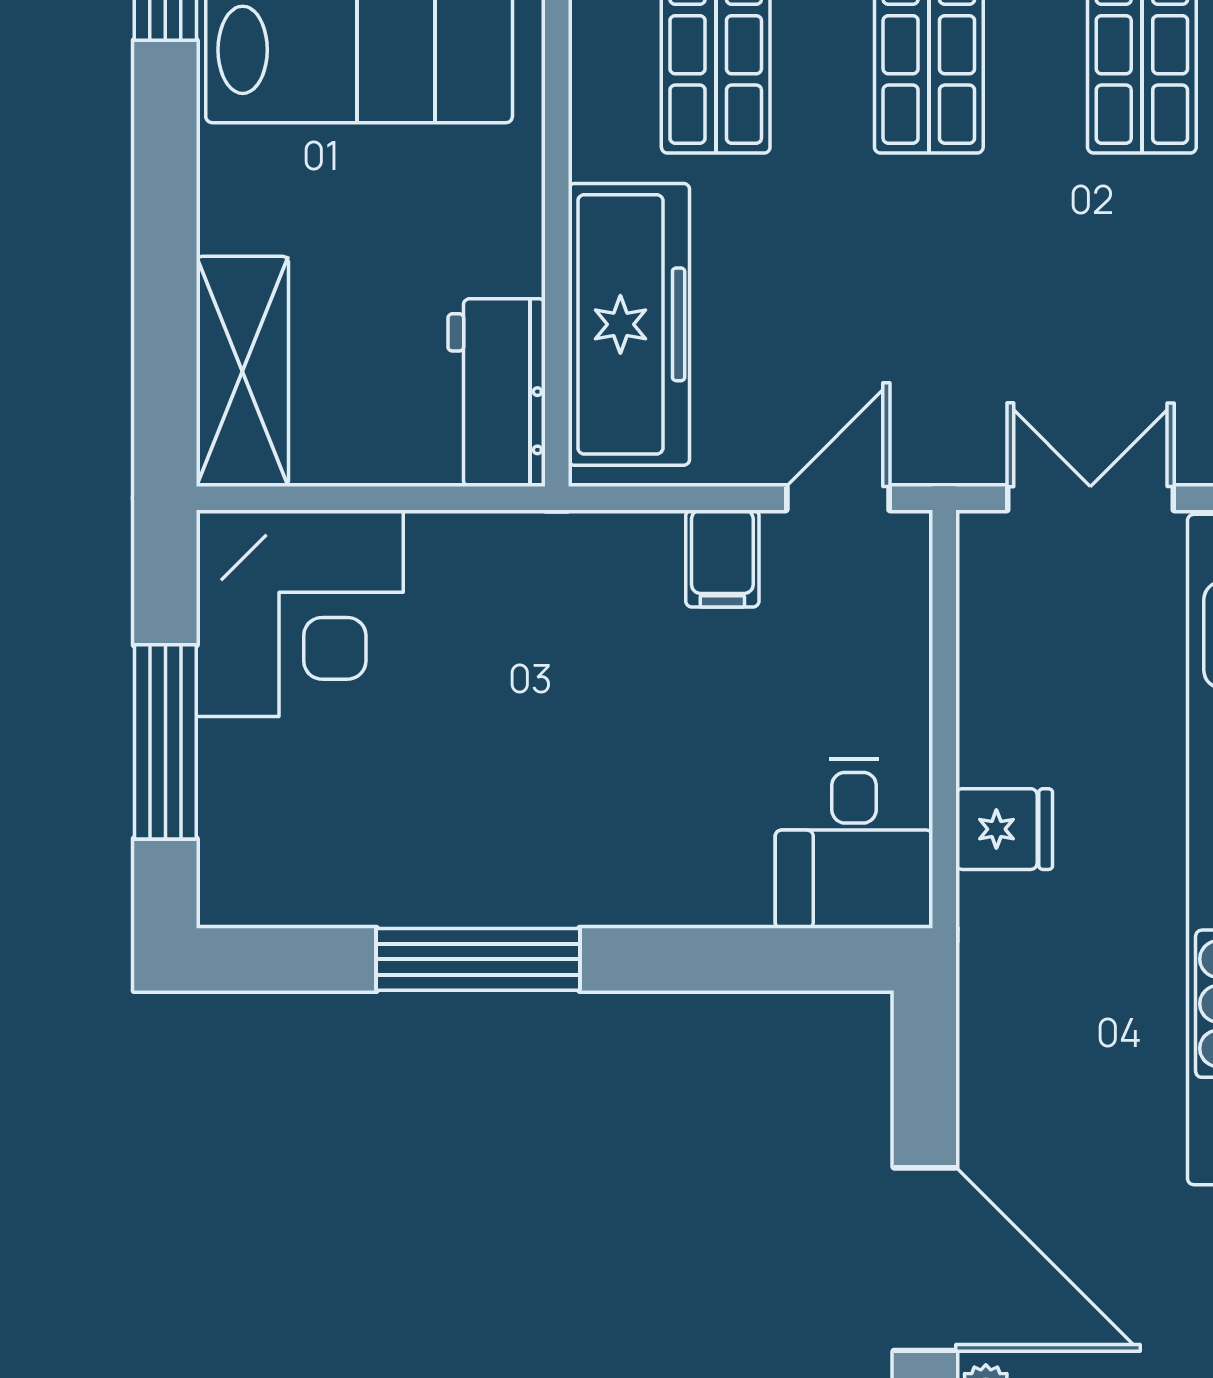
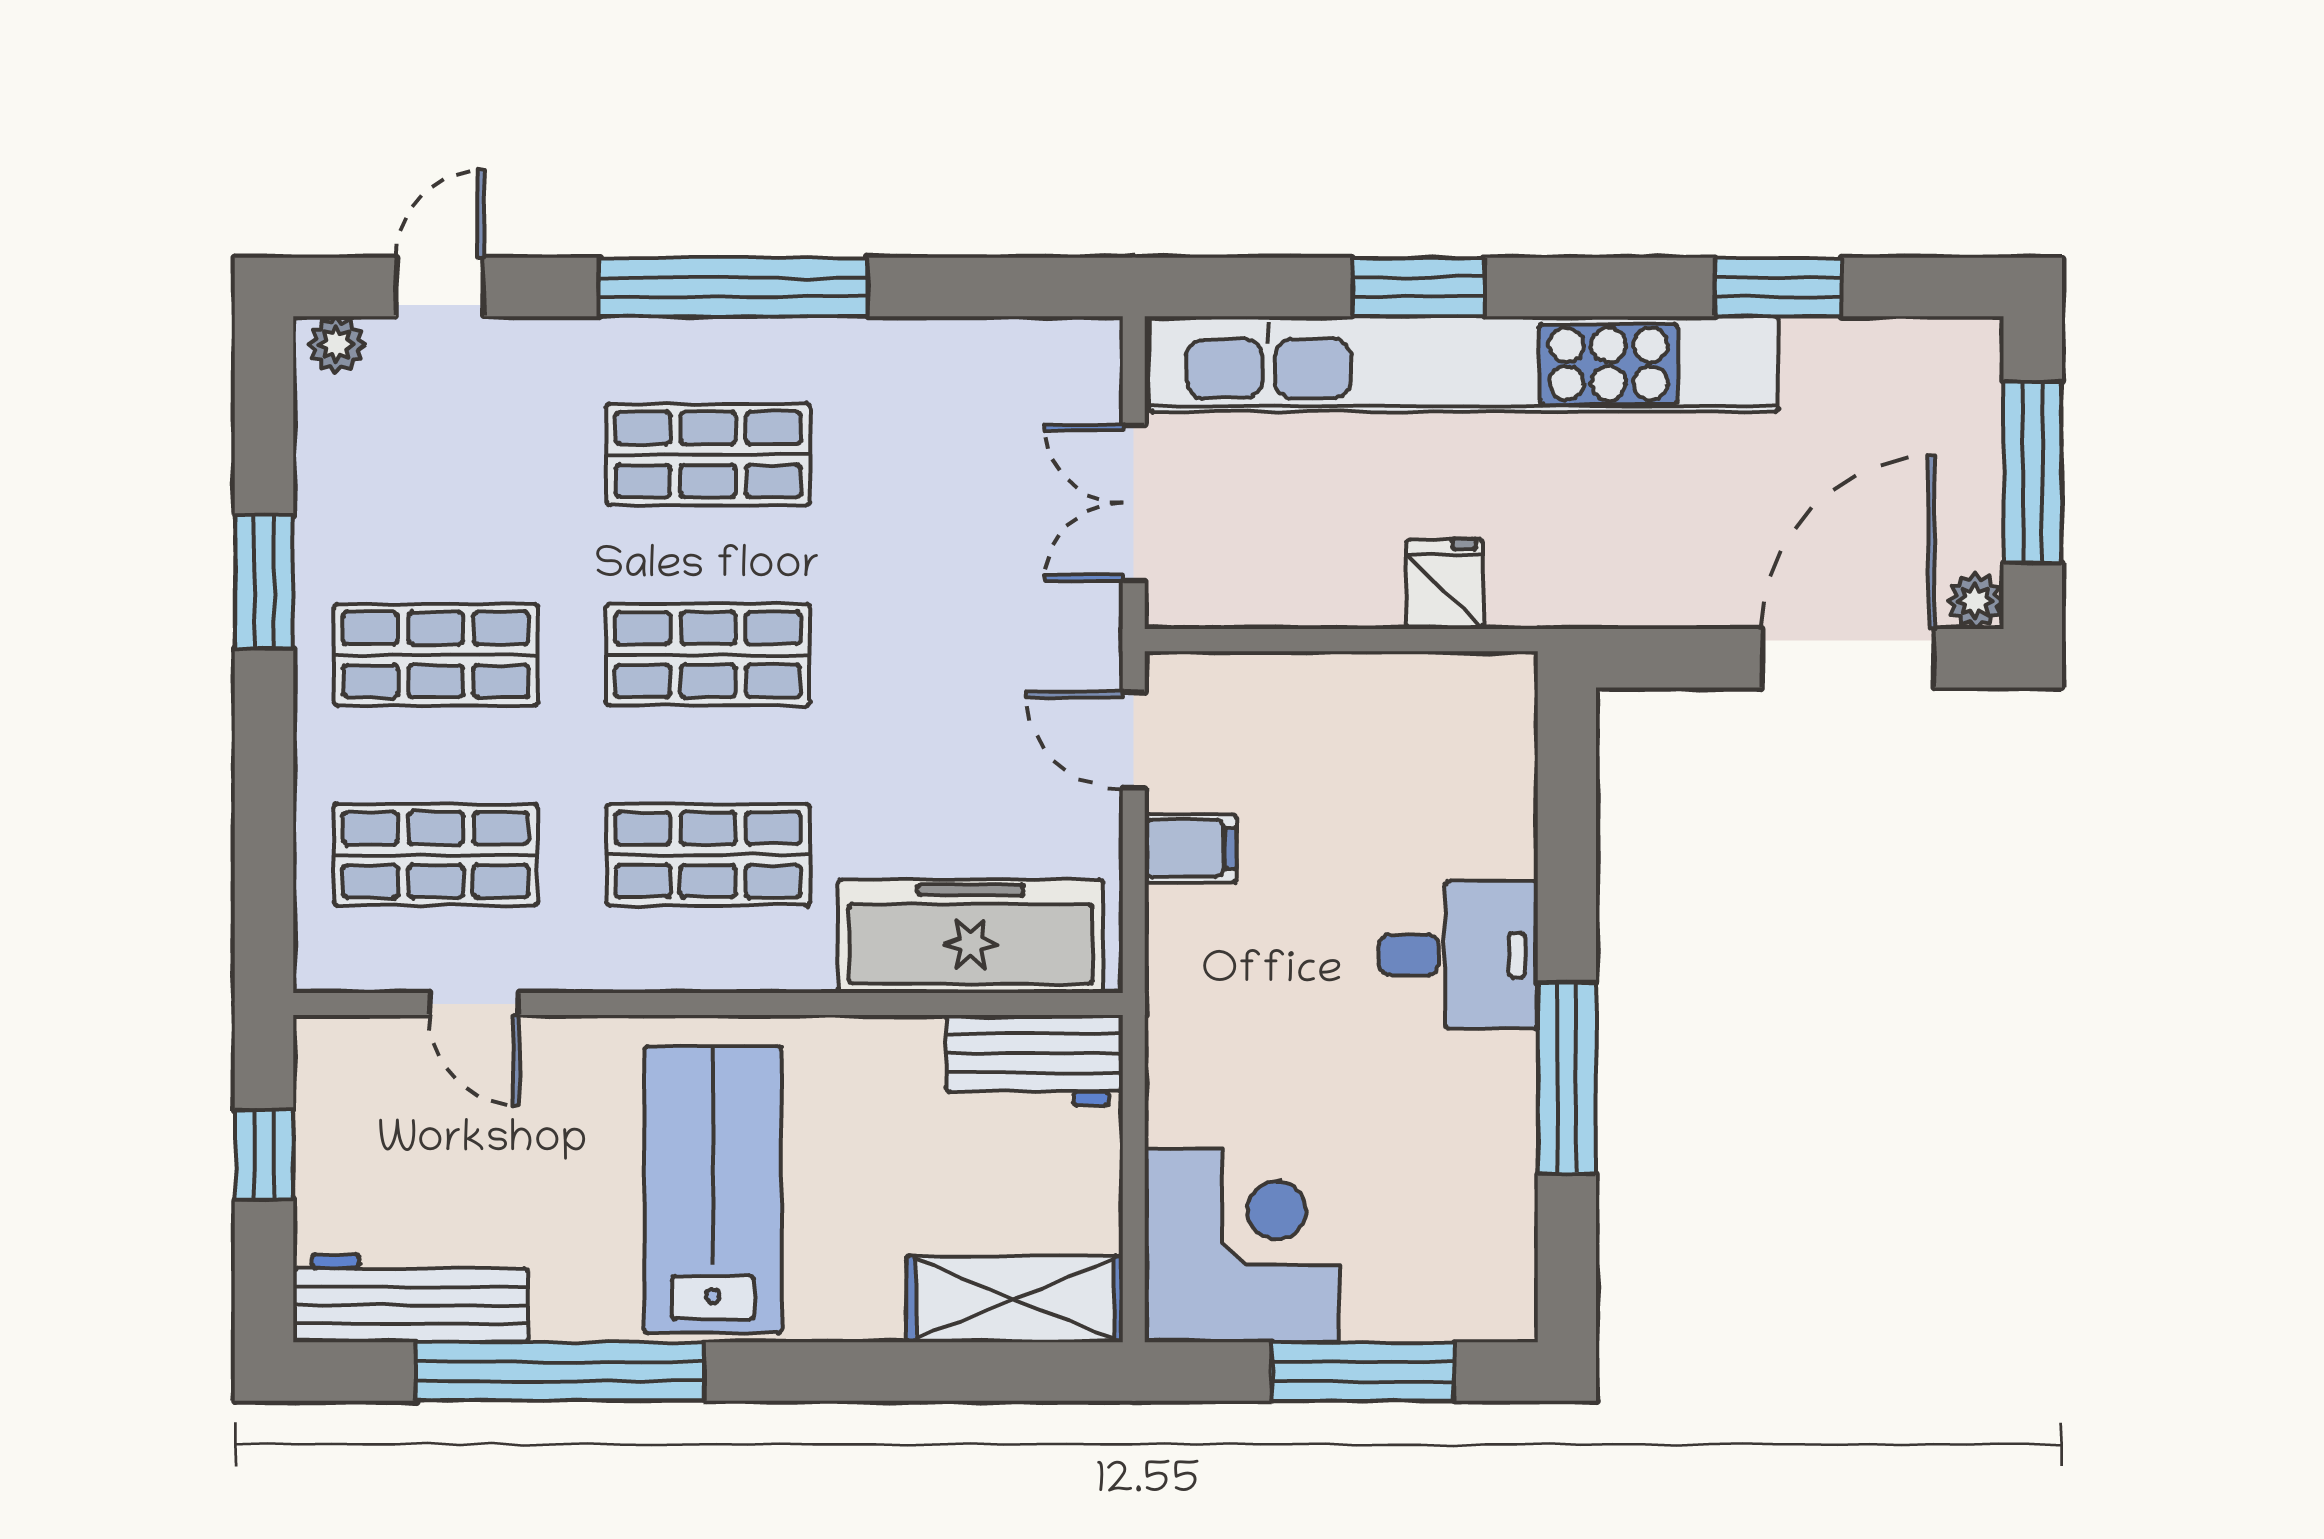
desk: (854, 844) -> (1458, 955), moved

